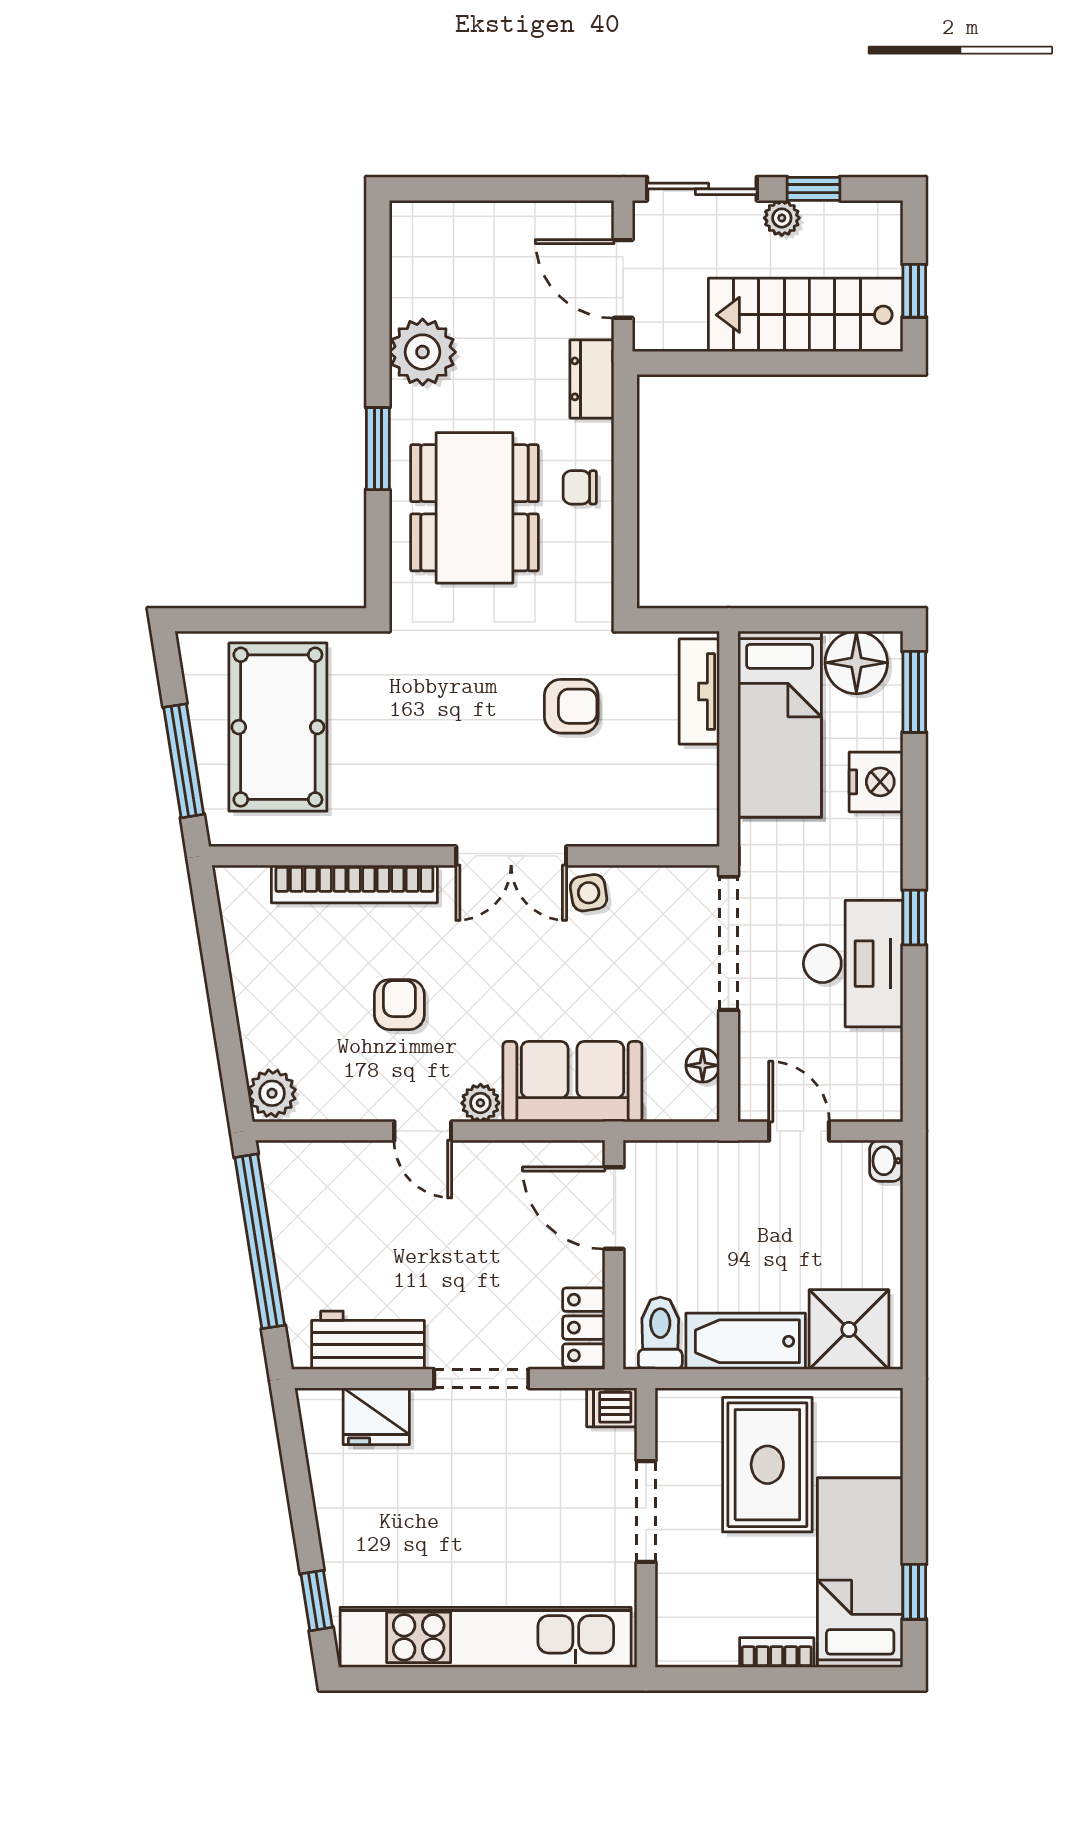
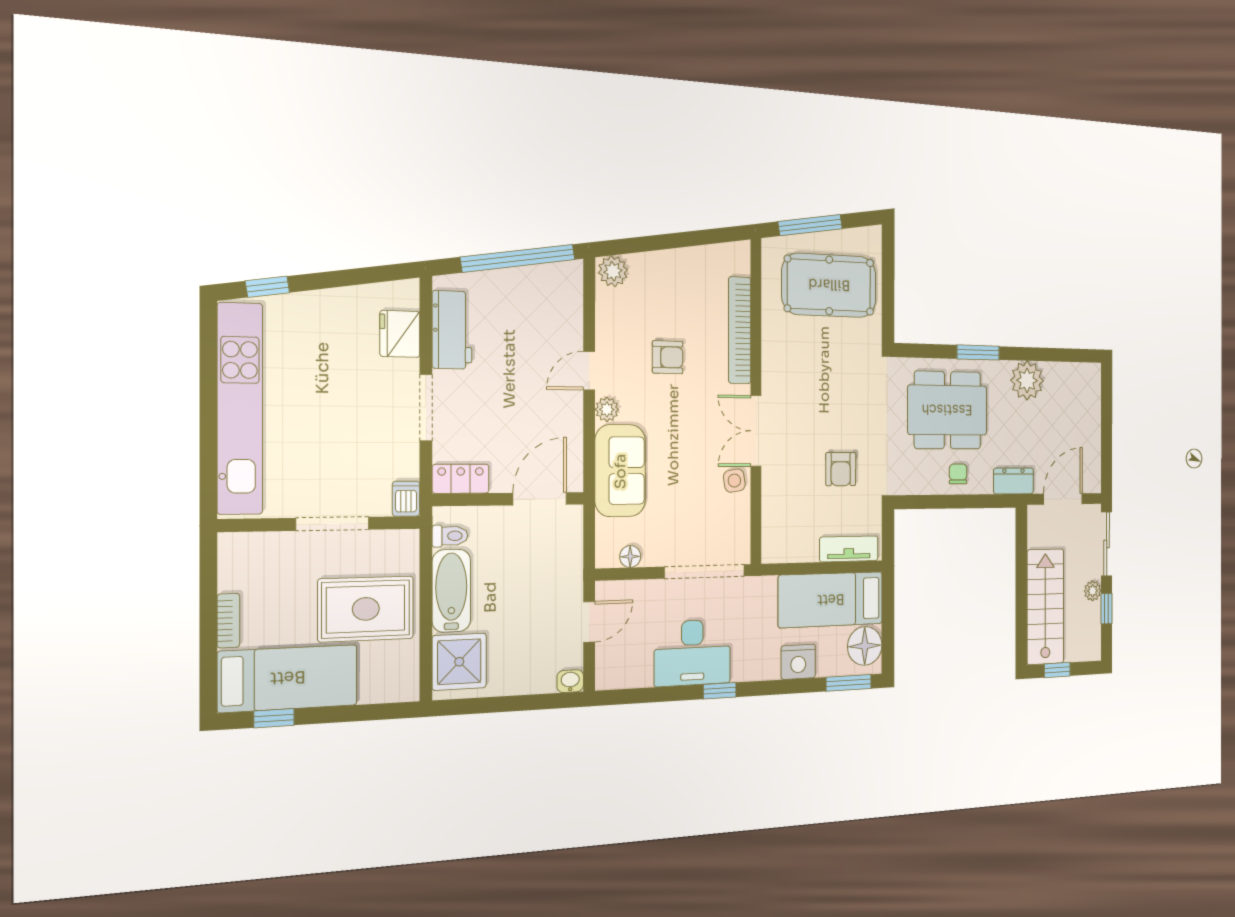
toilet: (660, 1333) -> (450, 536), width x0.73, depth x0.72

